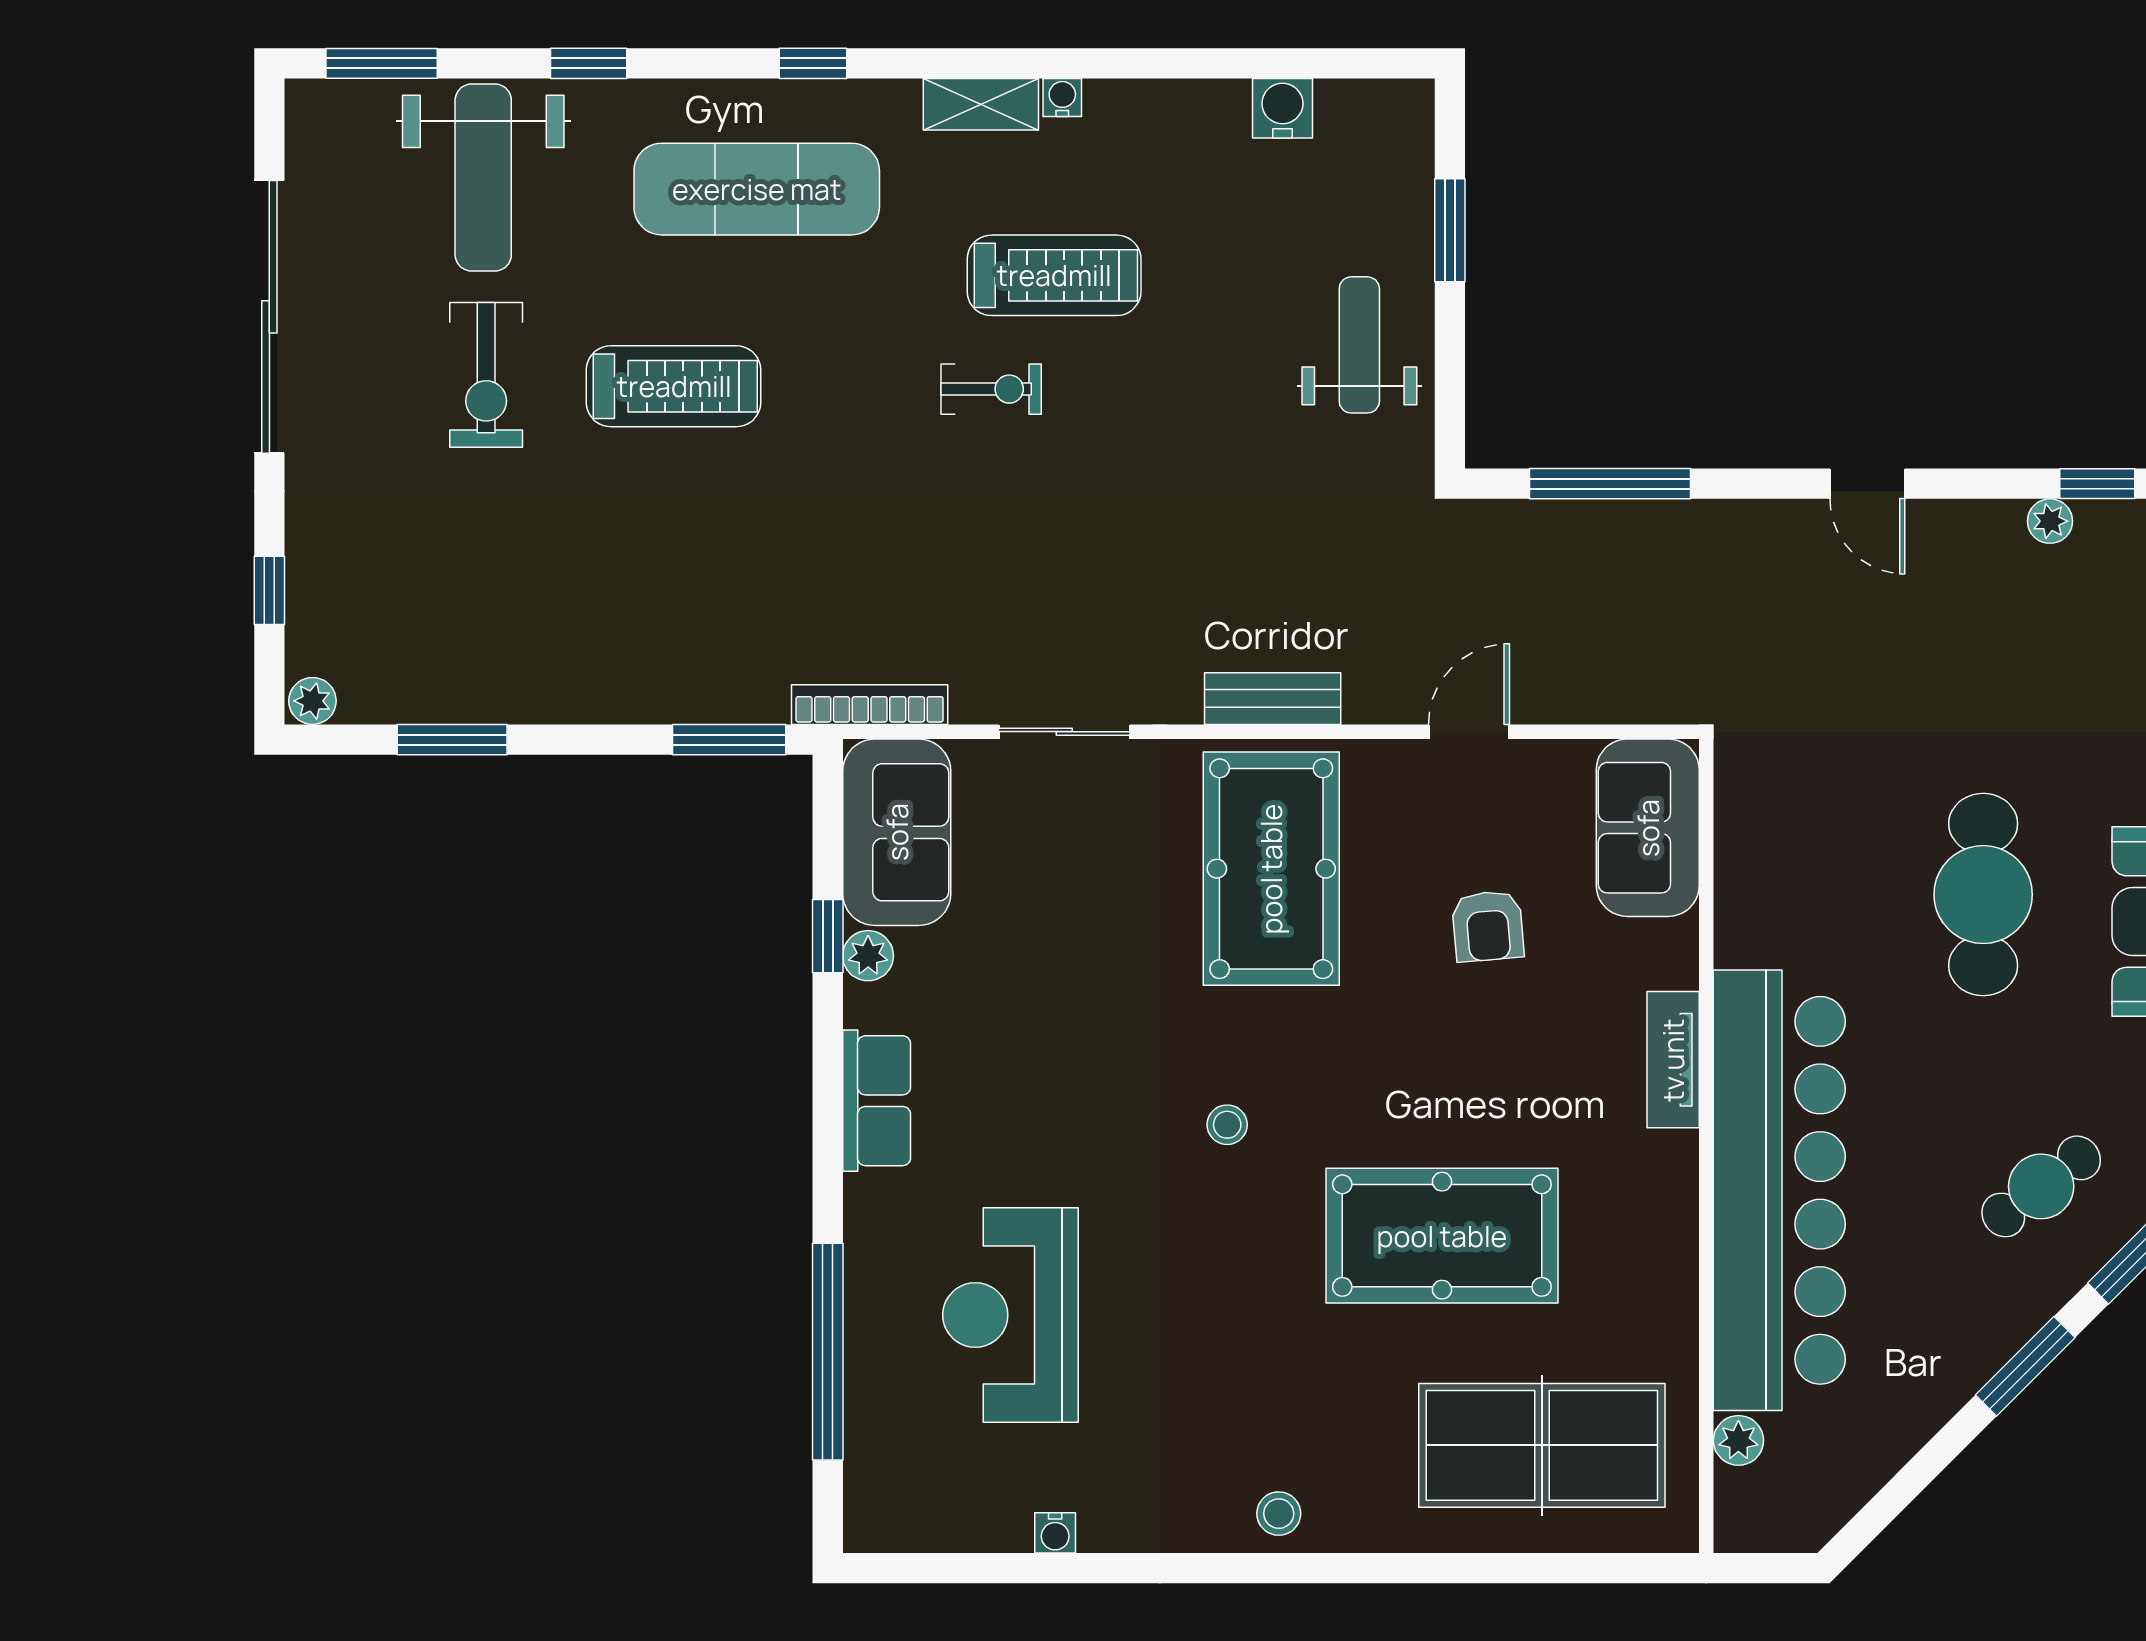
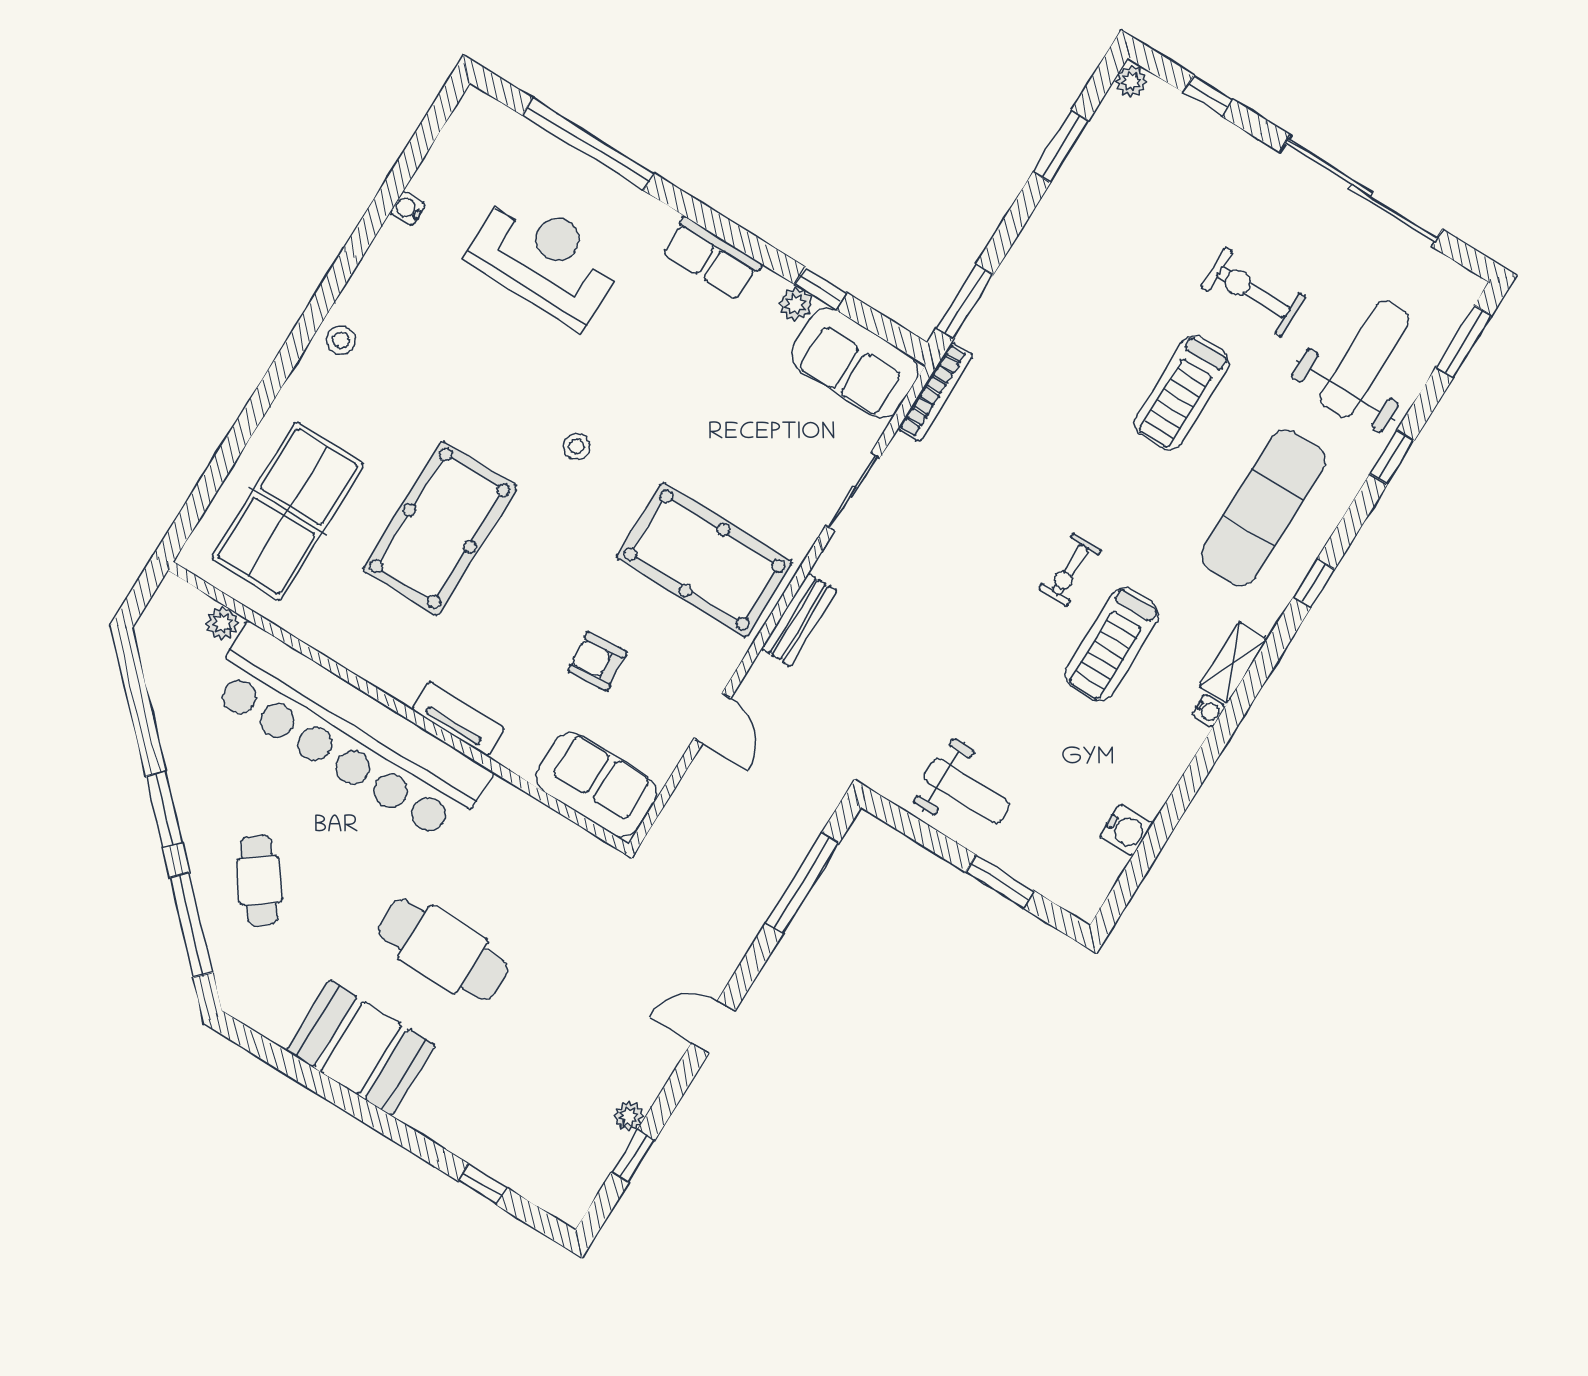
weight bench: (483, 177) -> (1365, 359), turned 90

